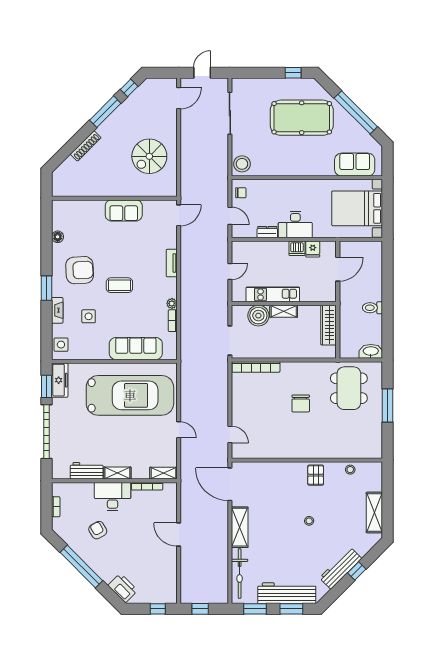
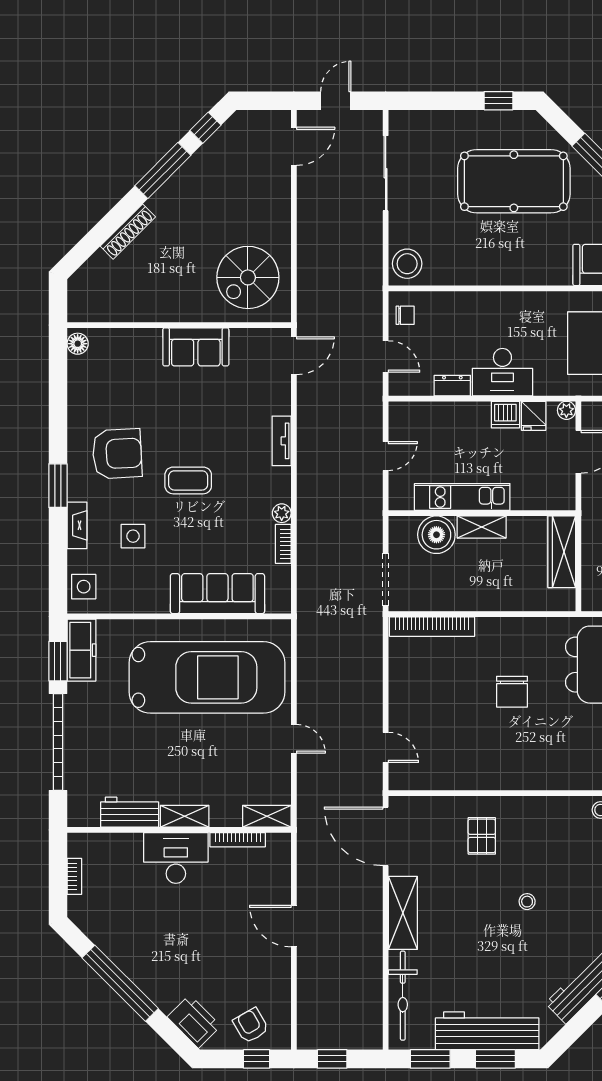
spiral stairs: (149, 156) -> (248, 277), moved
floor lamp: (58, 237) -> (78, 344), moved
plant: (331, 246) -> (566, 410), added
pallet: (316, 475) -> (482, 836), moved
armchair: (98, 530) -> (251, 1026), moved

